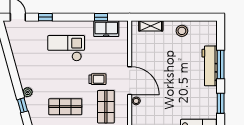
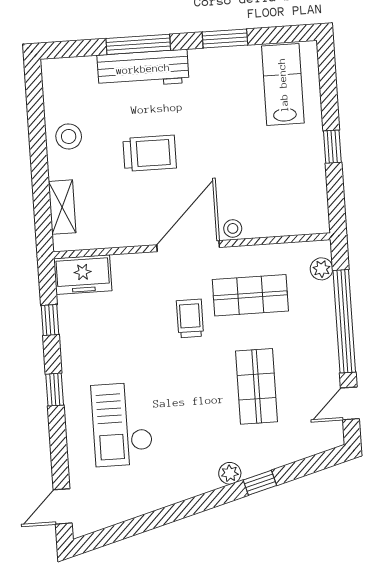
window: (45, 17) -> (55, 390), moved
freezer: (106, 29) -> (83, 275), moved, turned 90
checkout: (66, 48) -> (122, 424), moved
trolley: (172, 66) -> (150, 153), added

